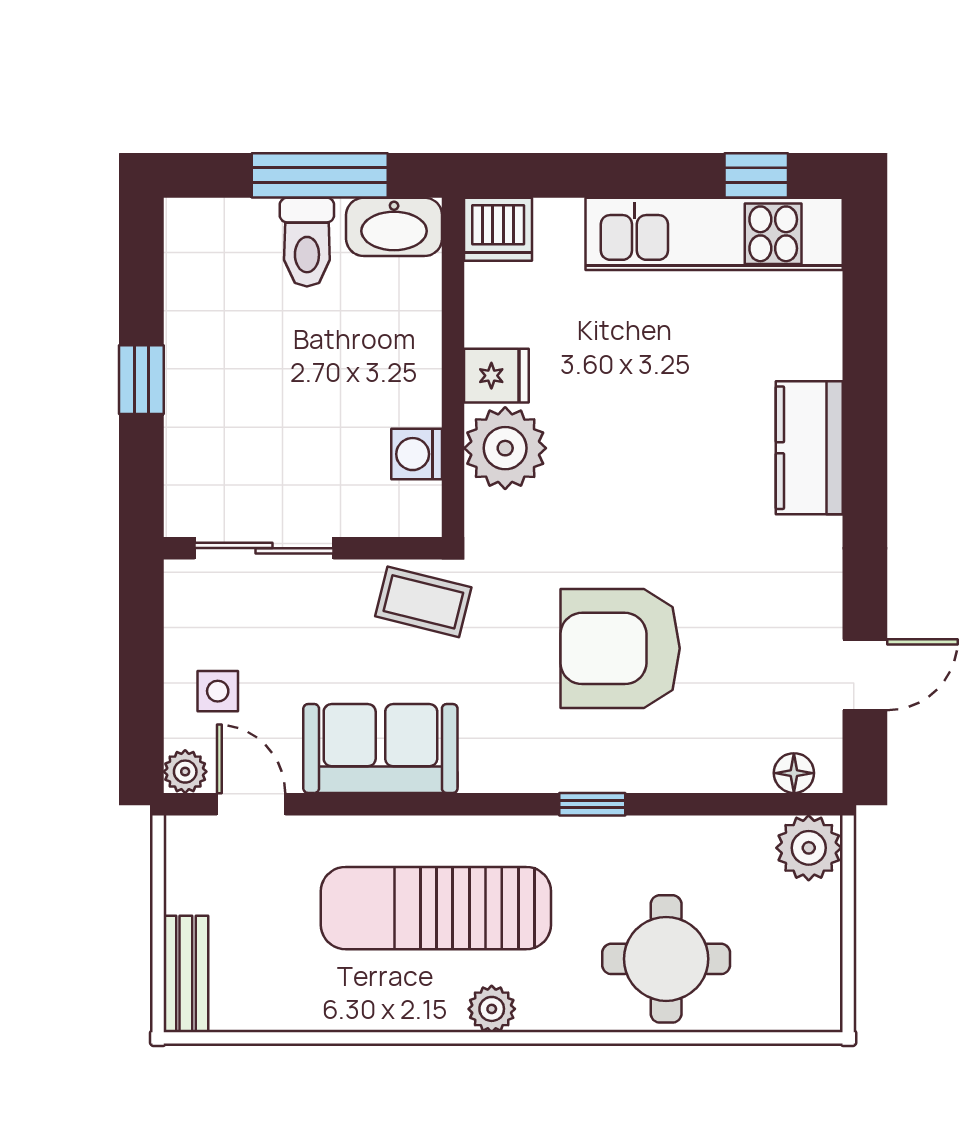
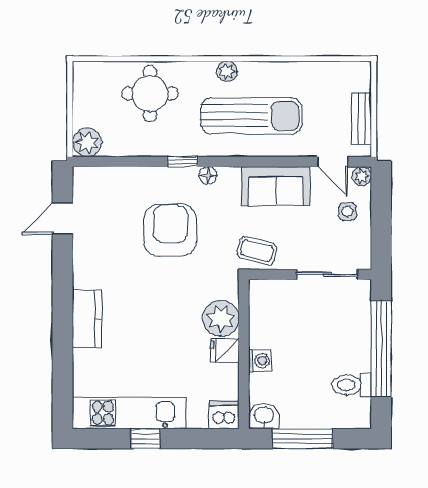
window: (756, 175) -> (145, 439), moved
washbasin: (394, 227) -> (264, 416), width x0.72
toilet: (307, 242) -> (352, 385), moved, turned -90
window: (141, 380) -> (381, 349), width x3.17
washing machine: (417, 454) -> (260, 361), moved
armchair: (620, 648) -> (170, 230), turned -90
floor lamp: (794, 773) -> (208, 175), moved
bench: (186, 974) -> (361, 118), moved

